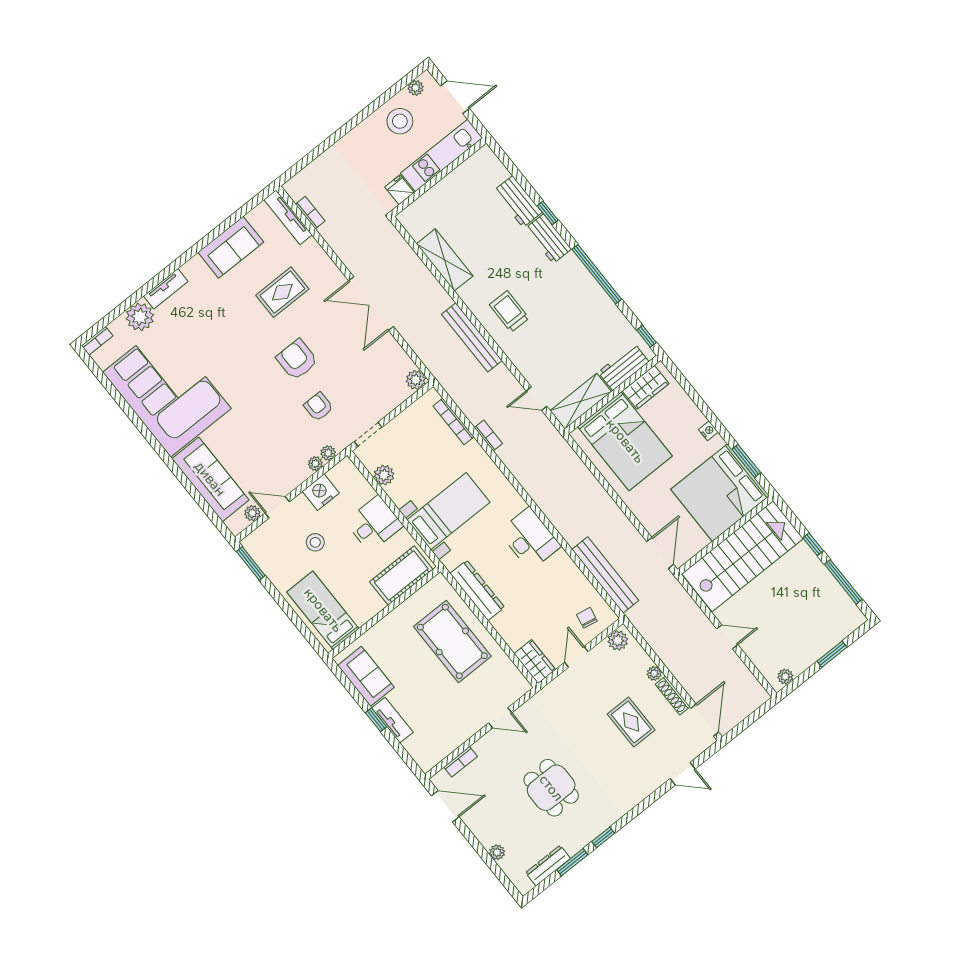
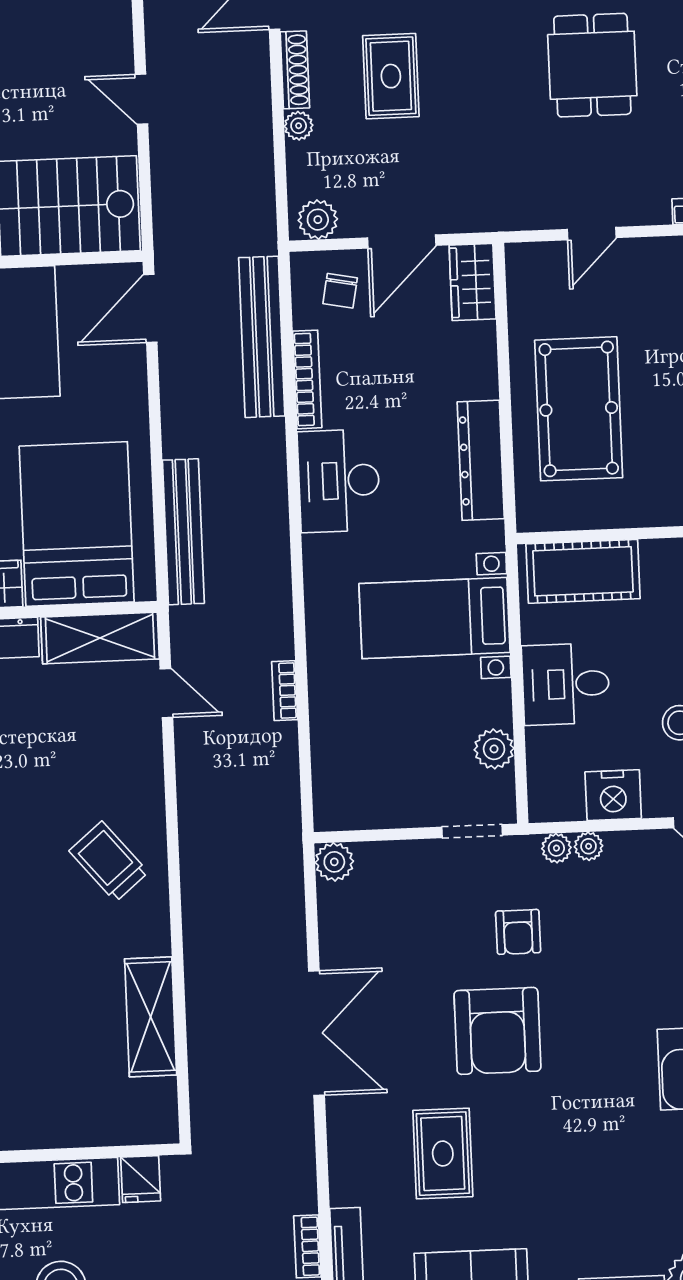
rug: (282, 292) -> (443, 1154), turned 90
trolley: (509, 311) -> (109, 862), turned 140
bench: (472, 337) -> (183, 532), moved
armchair: (297, 359) -> (497, 1031), width x1.36, depth x1.36
bookcase: (453, 421) -> (307, 379), moved
door: (576, 657) -> (402, 242), width x1.38
door: (500, 718) -> (592, 234), swing flipped

